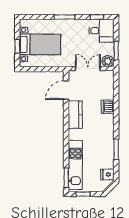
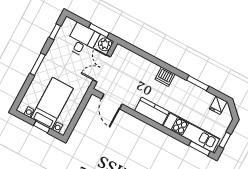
desk: (101, 31) -> (82, 40), moved
dishwasher: (108, 107) -> (165, 77), moved
kitchen counter: (75, 115) -> (152, 111), moved

